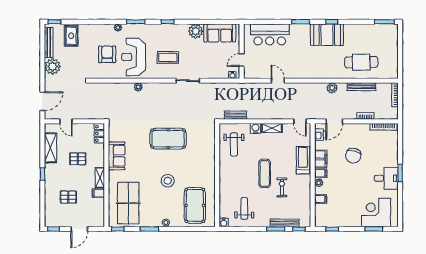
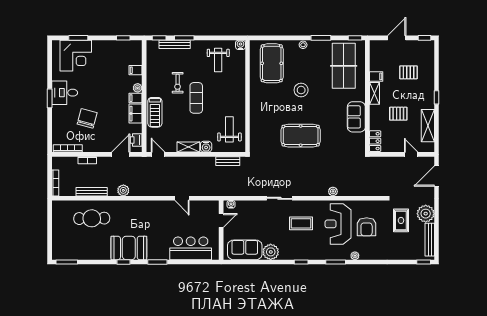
rug: (71, 36) -> (401, 220), moved
reception desk: (134, 57) -> (338, 224), turned 180
chair: (353, 156) -> (87, 118), moved

